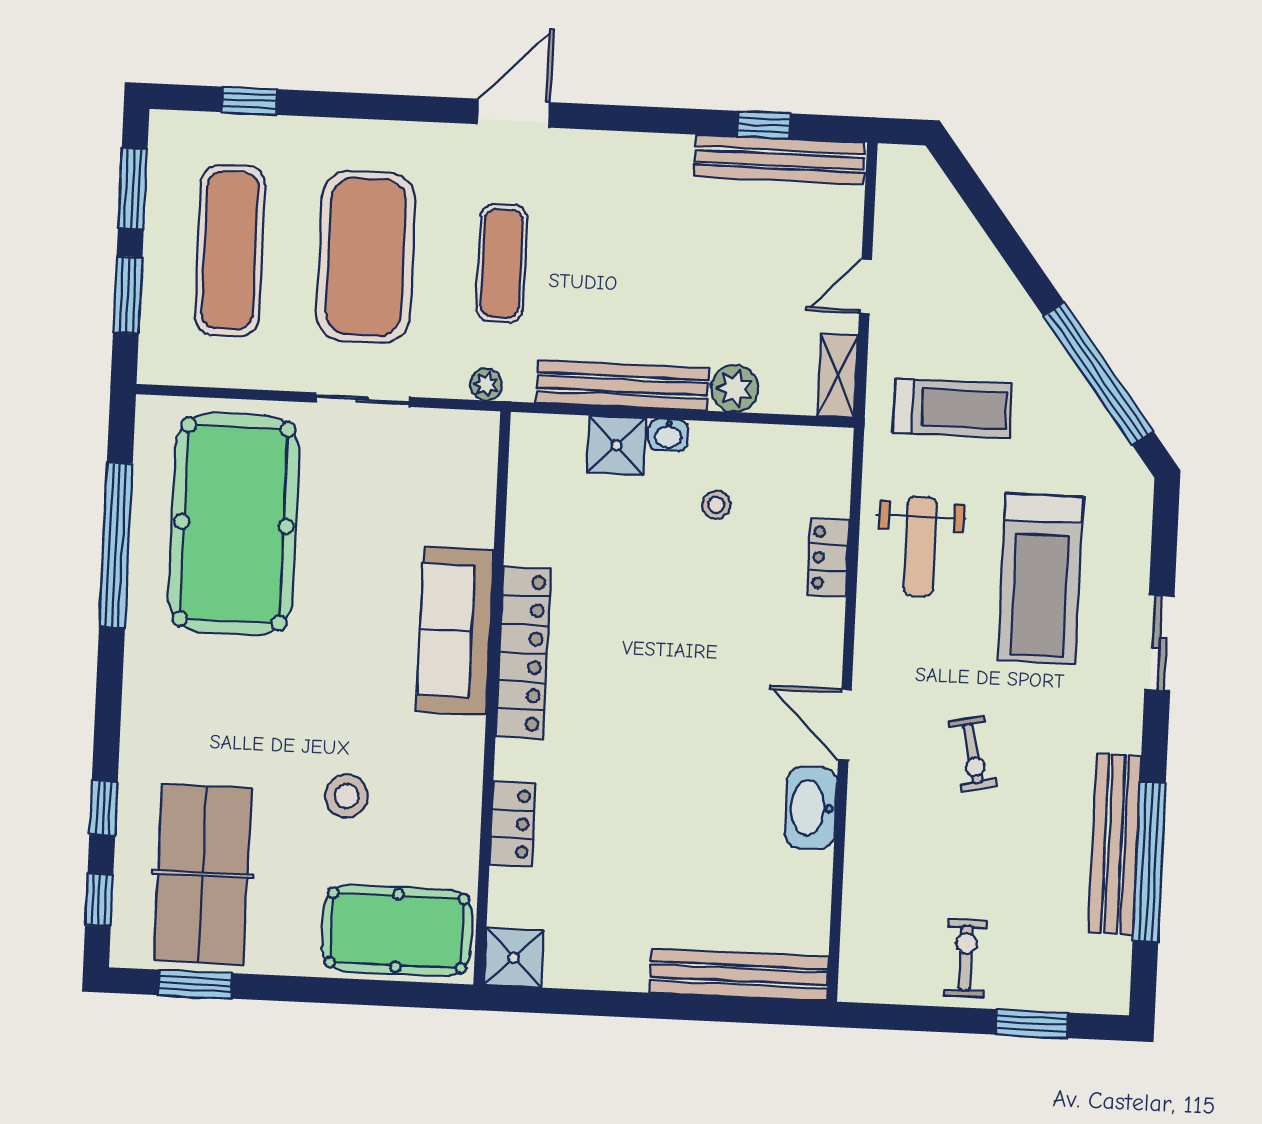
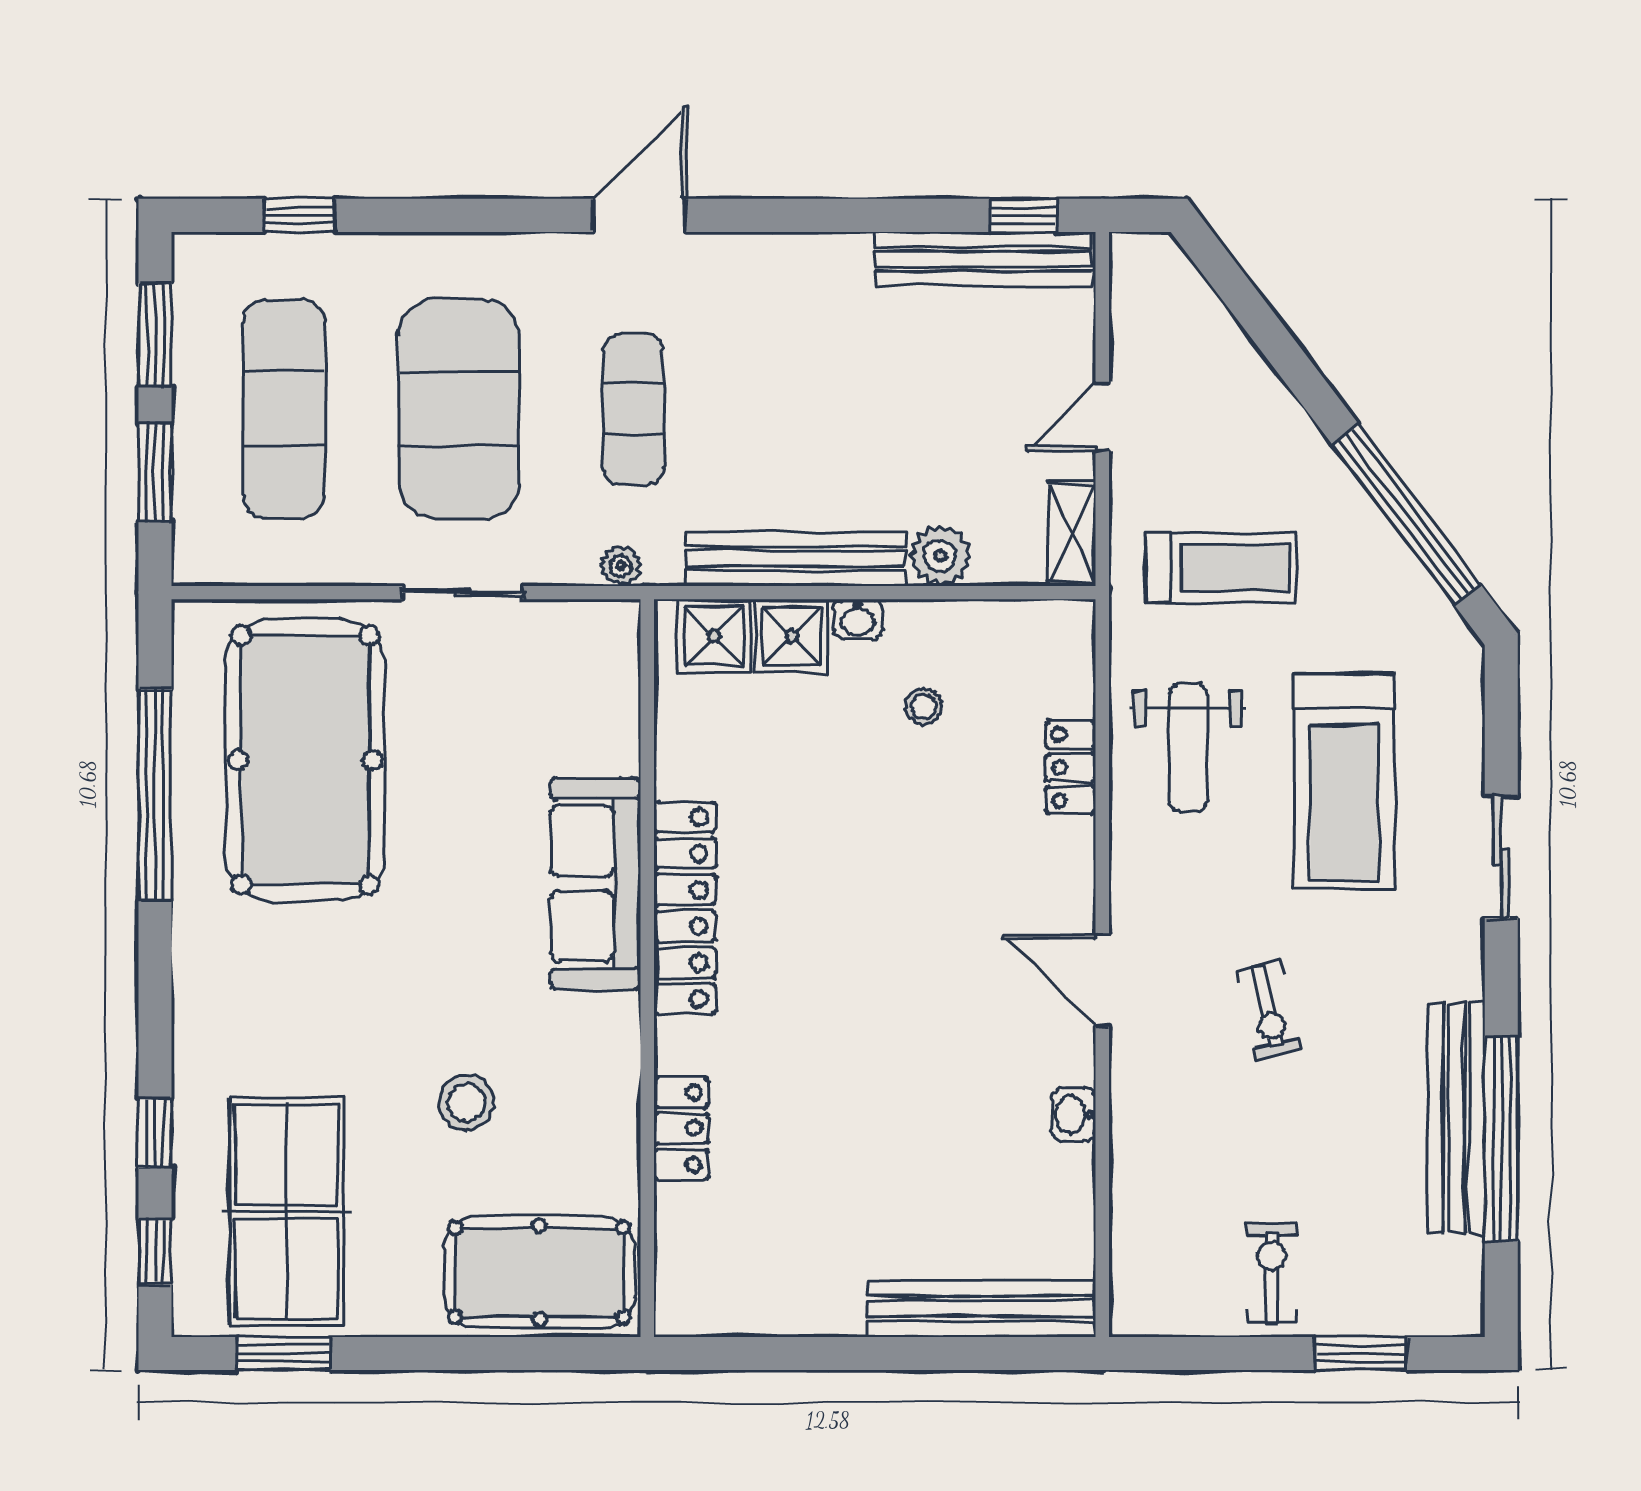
window: (764, 125) -> (1023, 215), moved
washbasin: (811, 808) -> (1073, 1115), width x0.52, depth x0.69
shower: (514, 958) -> (714, 636), moved

